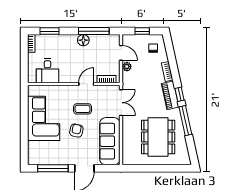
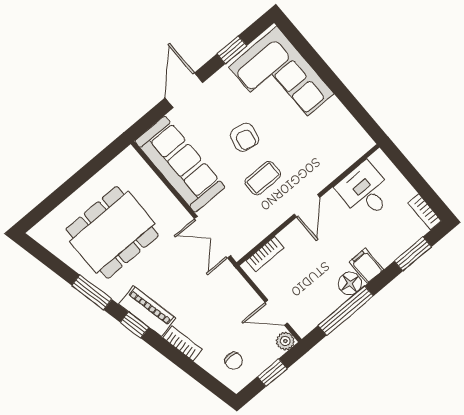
filing cabinet: (71, 42) -> (366, 266), added
plant: (127, 67) -> (285, 341), moved
door: (86, 84) -> (307, 206), moved
corner sofa: (44, 118) -> (281, 80), moved
window: (185, 121) -> (92, 292), width x0.69
dining table: (158, 137) -> (112, 232), turned 90
window: (53, 168) -> (232, 50), width x0.46

